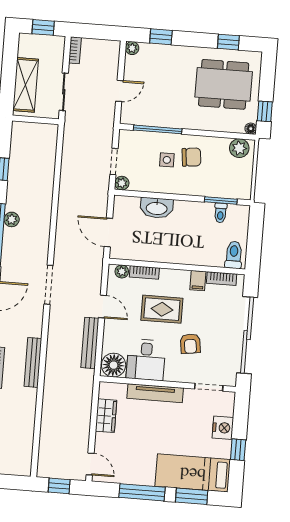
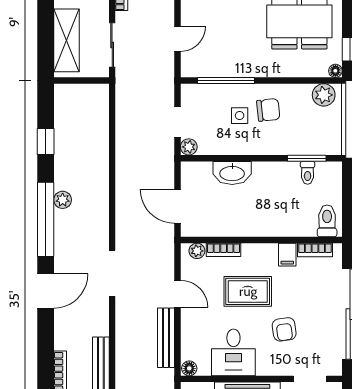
floor lamp: (114, 365) -> (189, 368), width x0.53, depth x0.53

